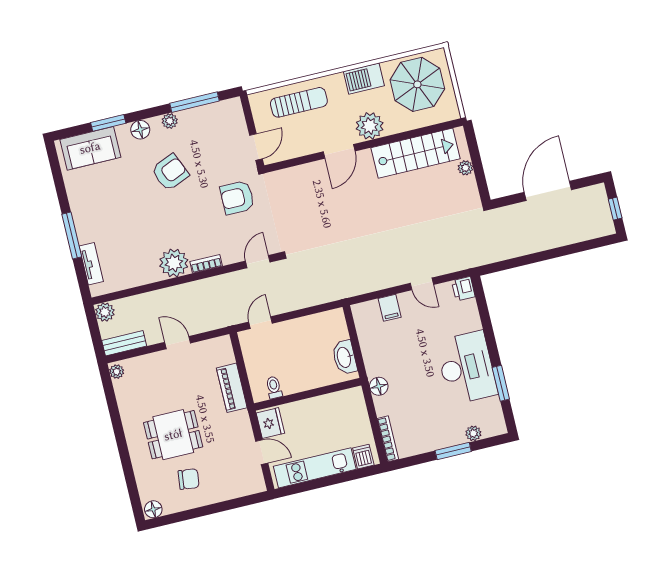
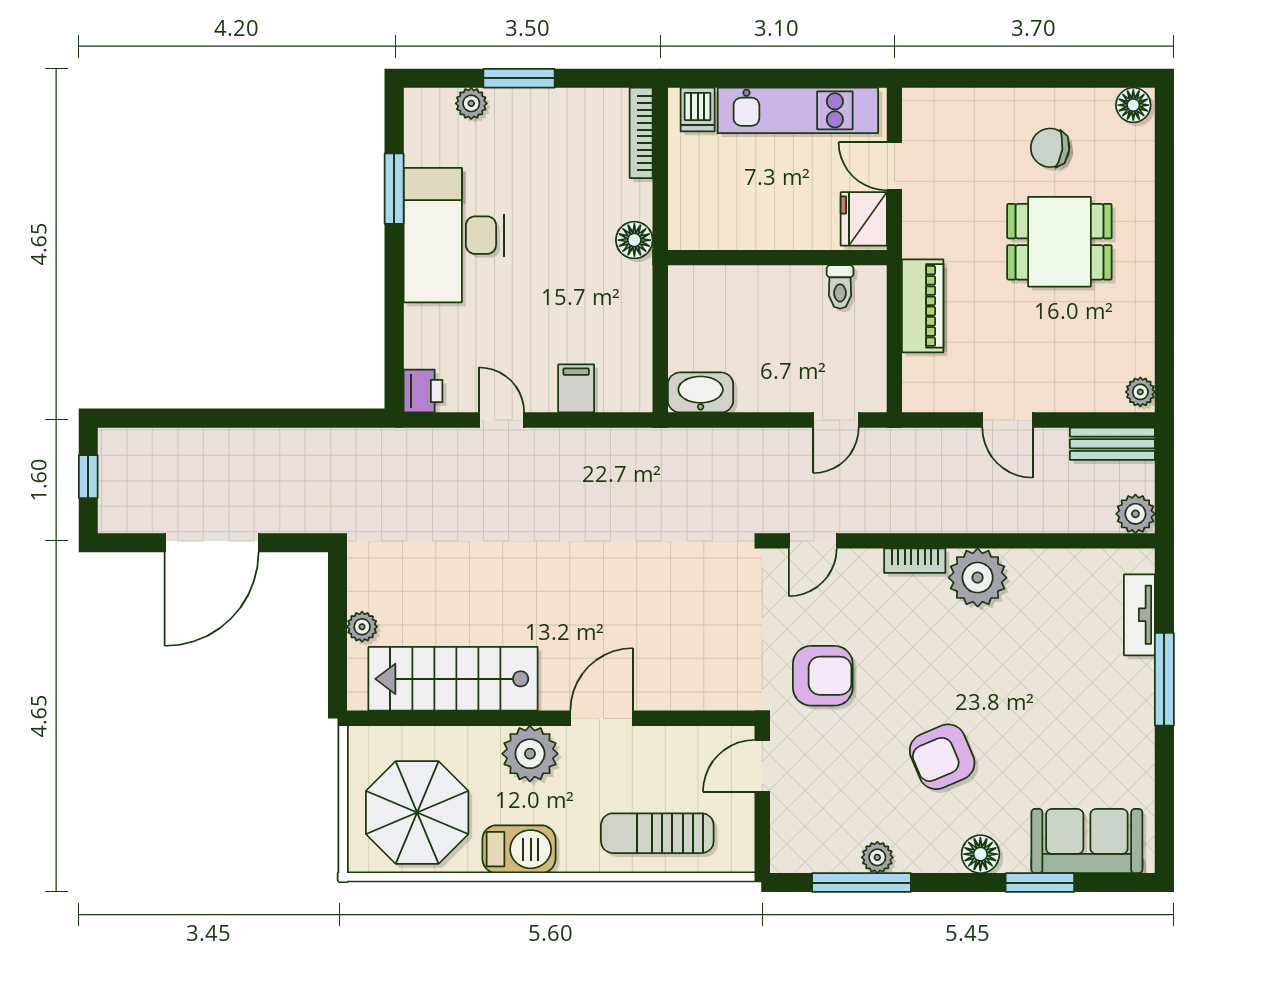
plant: (170, 121) -> (877, 857), moved
washbasin: (344, 357) -> (701, 392), moved, turned -90

